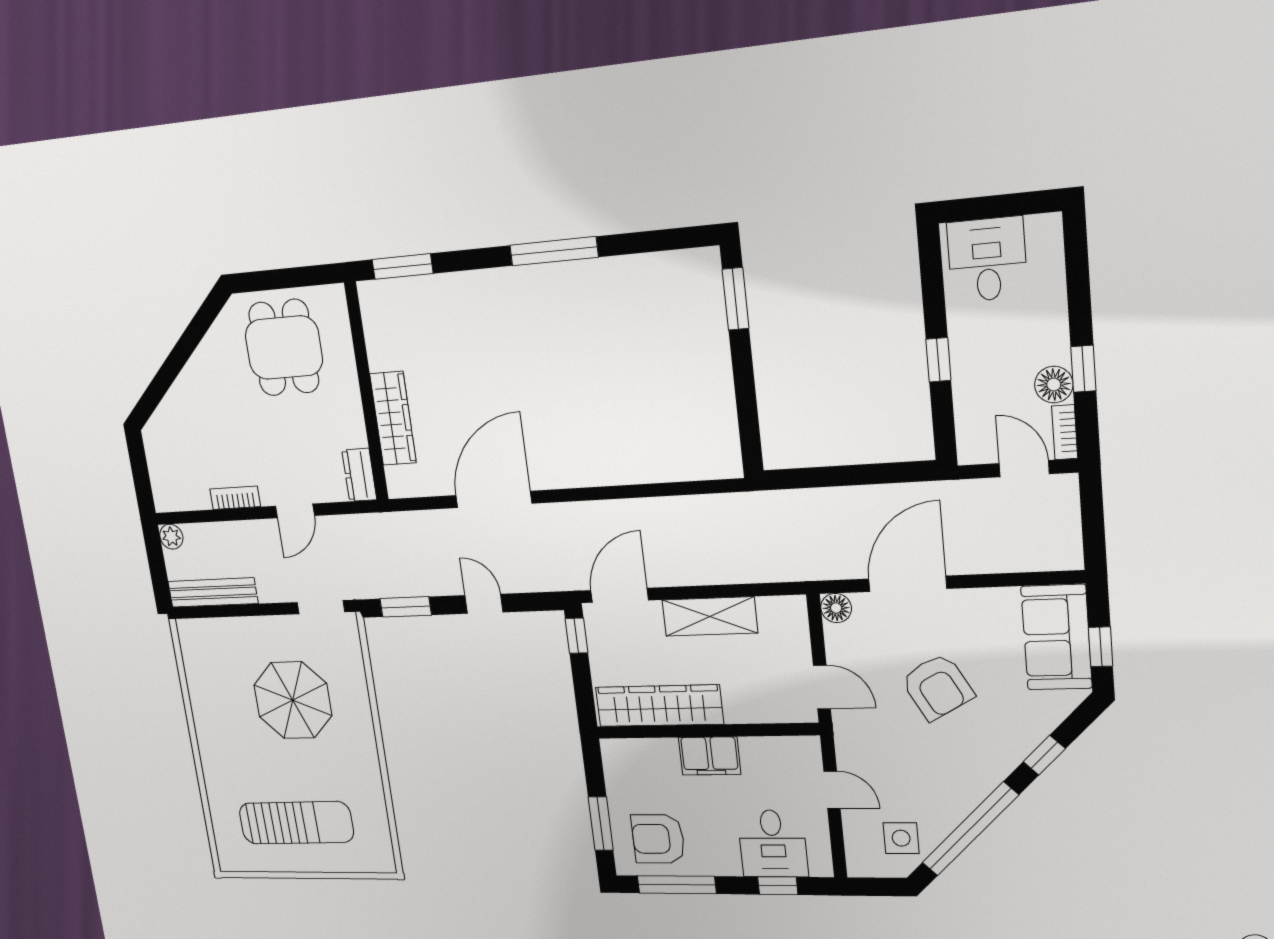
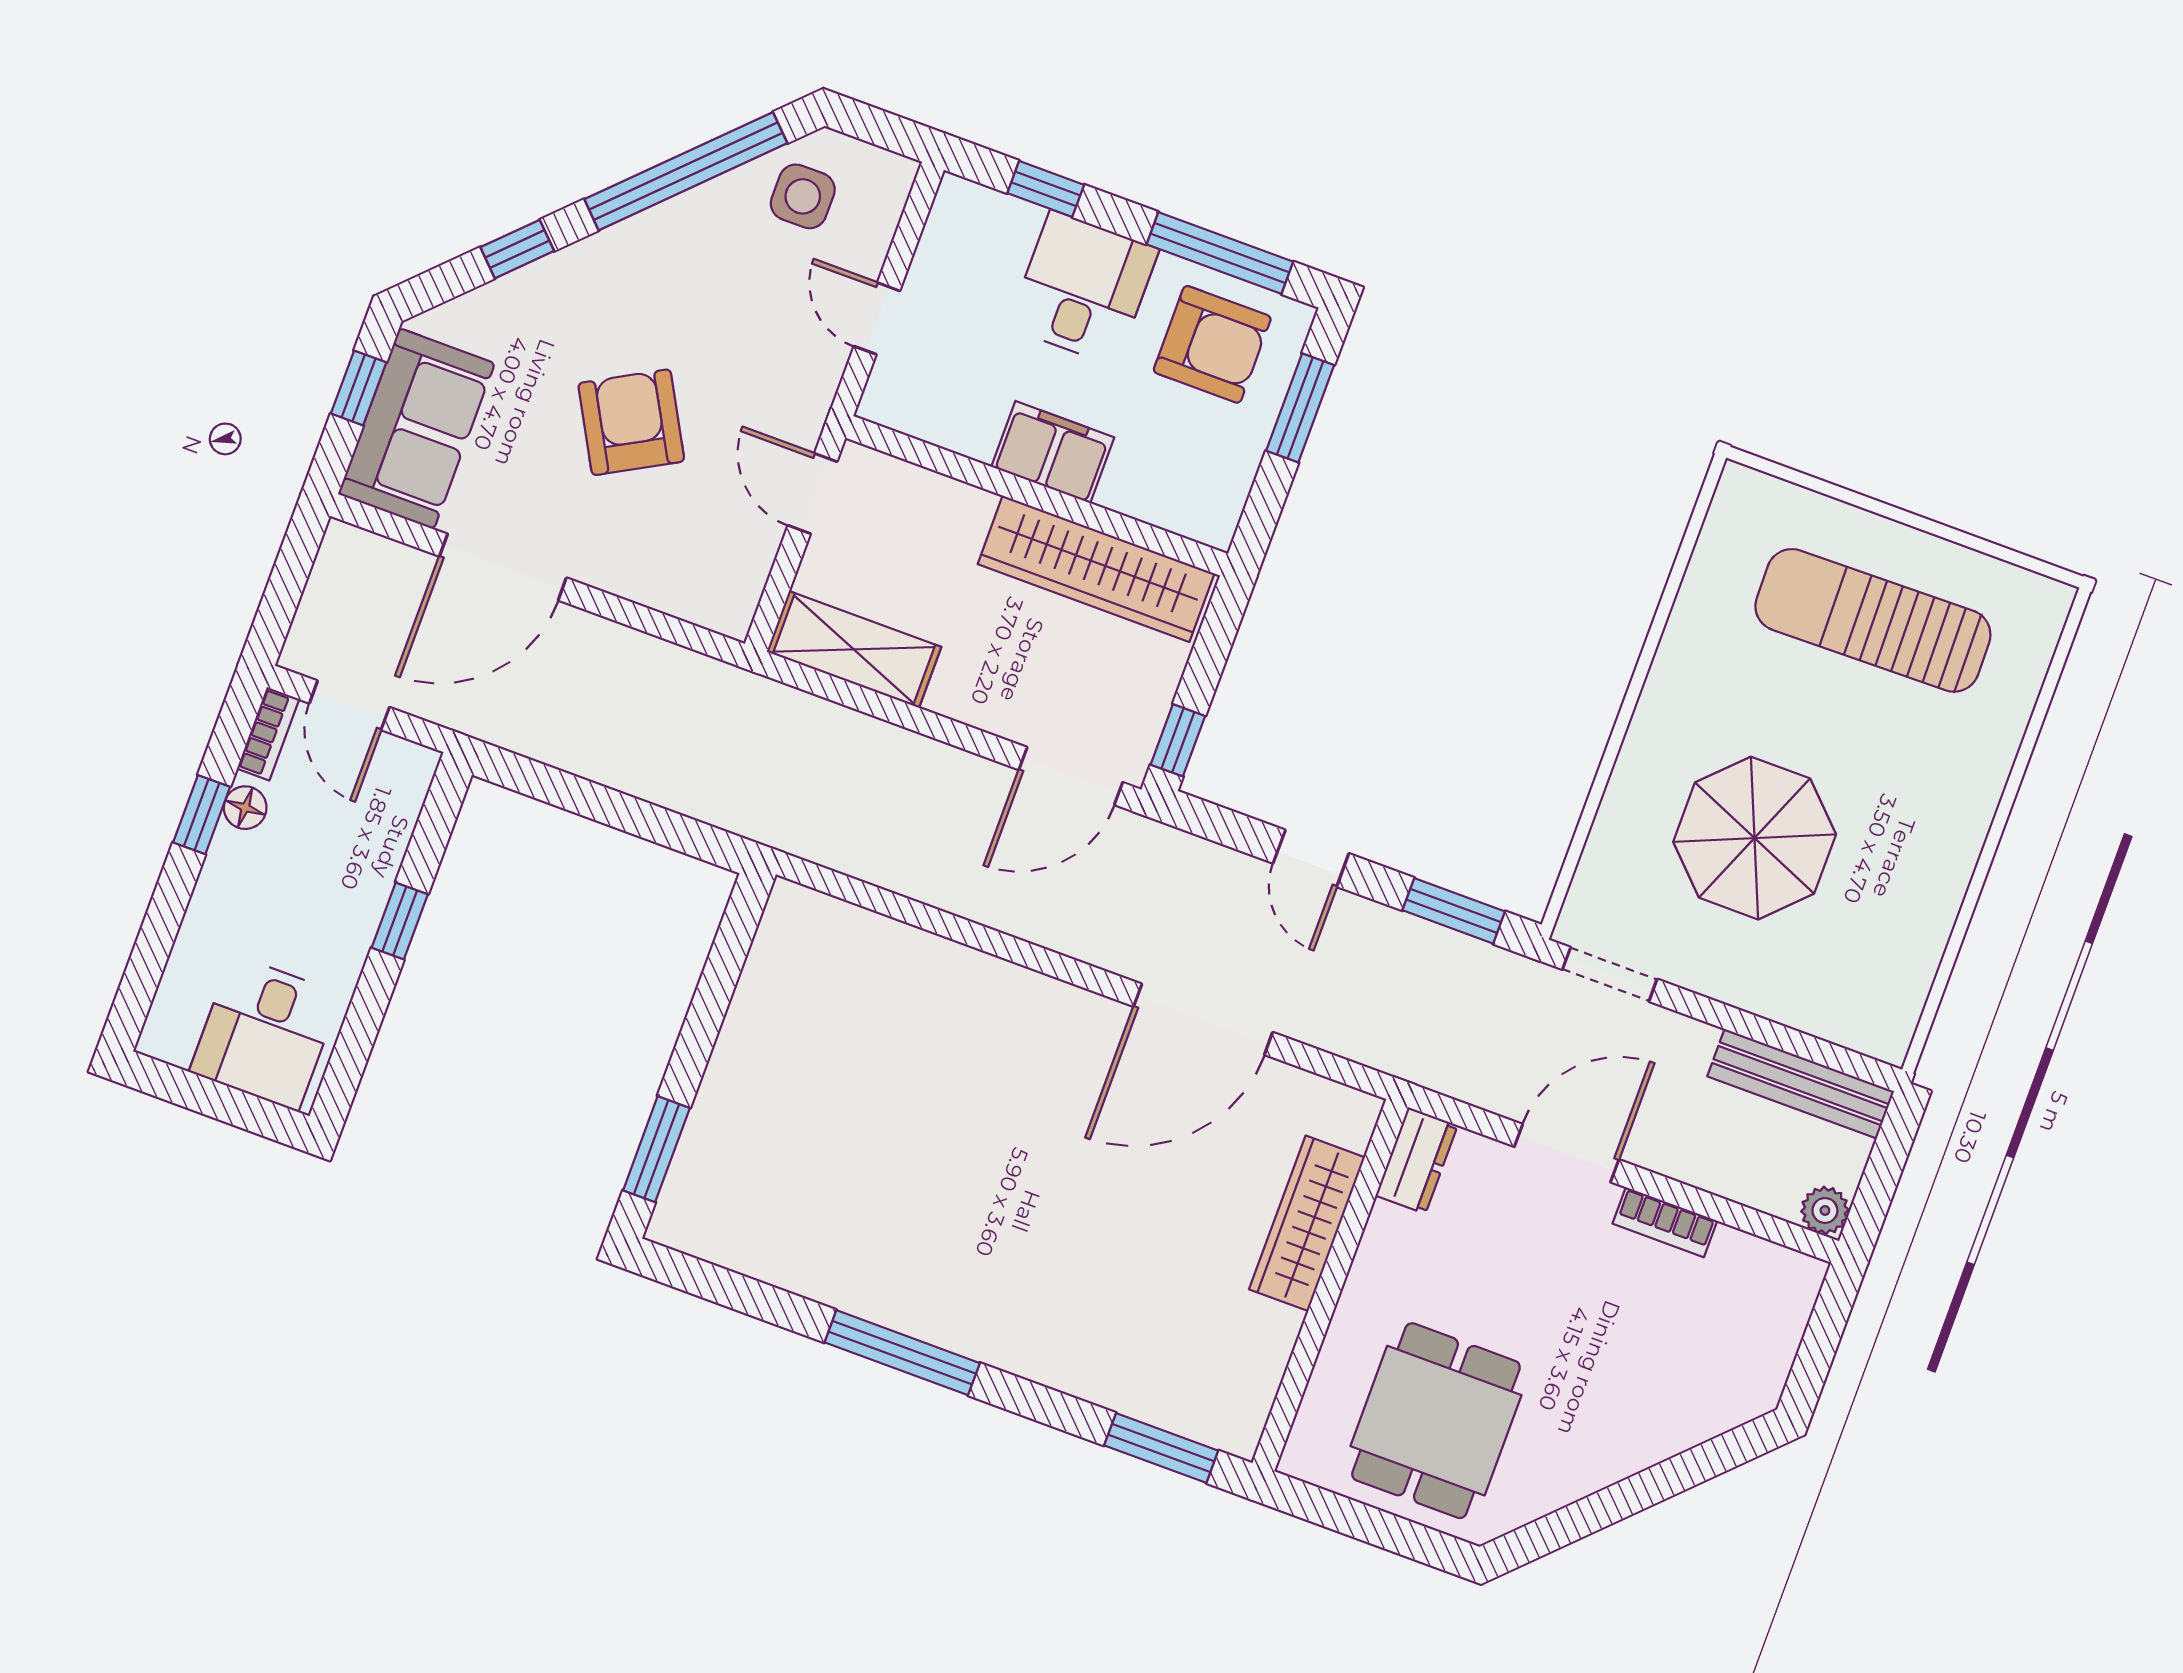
floor lamp: (1054, 385) -> (245, 808), width x0.73, depth x0.73
door: (295, 511) -> (1567, 1153), width x1.38
door: (908, 584) -> (503, 567), moved
floor lamp: (836, 608) -> (730, 611), removed
shelving: (710, 616) -> (854, 649), moved
desk: (773, 843) -> (1083, 288), moved

